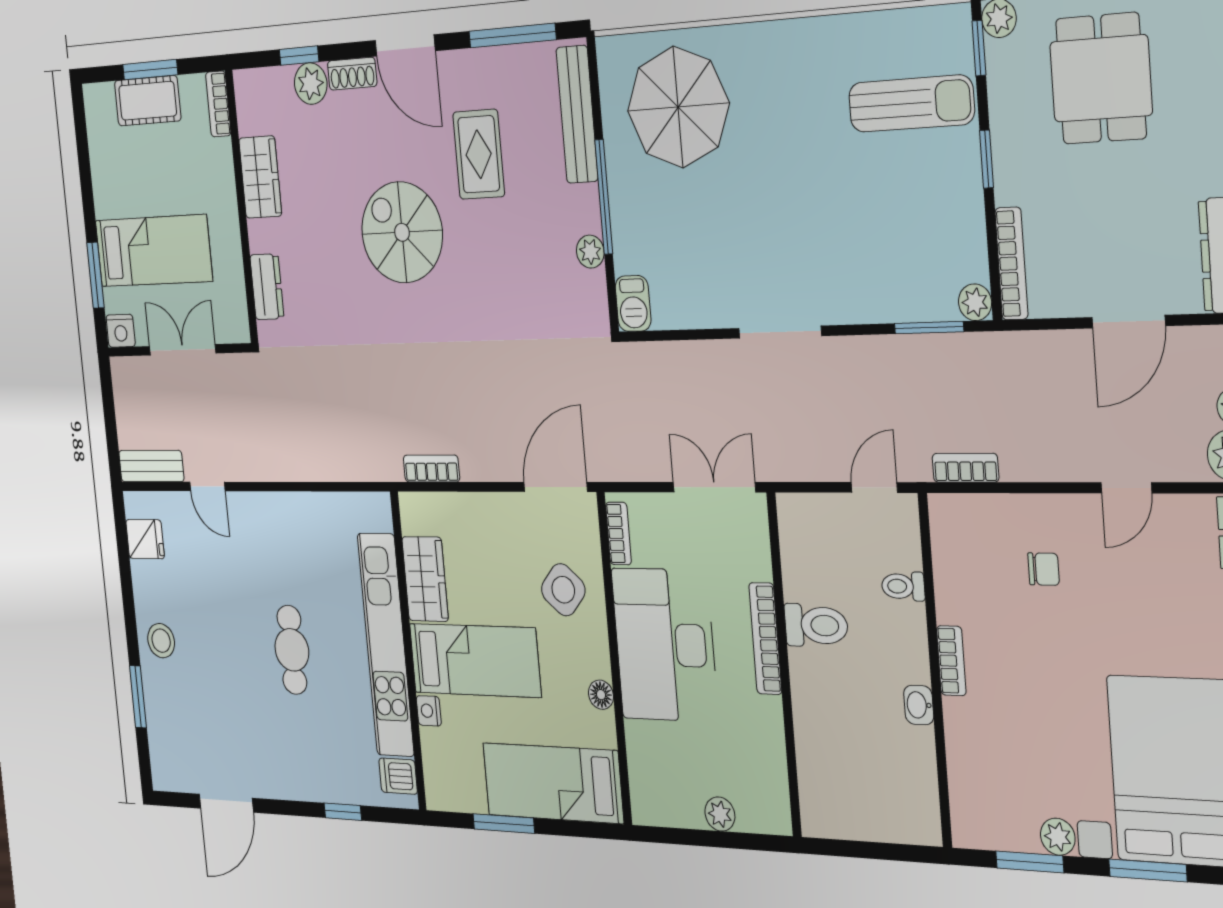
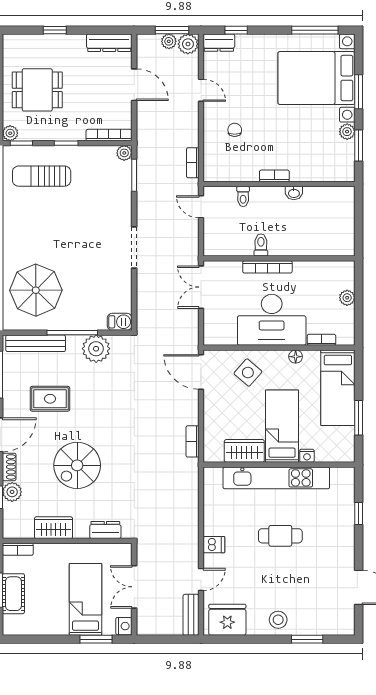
sun lounger: (911, 103) -> (42, 176), turned -90
spiral stairs: (402, 232) -> (77, 465), moved
plant: (590, 252) -> (96, 349), width x1.88, depth x1.88
bookcase: (618, 534) -> (321, 340), moved
fridge: (145, 539) -> (227, 620), width x1.88, depth x1.34
toilet: (816, 625) -> (261, 245), width x0.73, depth x0.72
dishwasher: (398, 776) -> (214, 545), moved, turned -90

